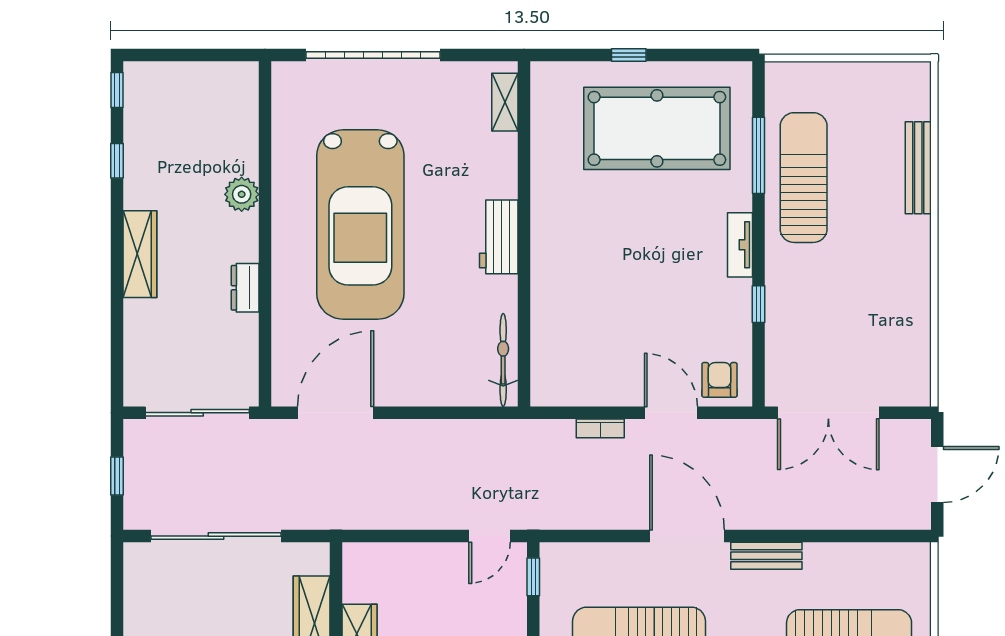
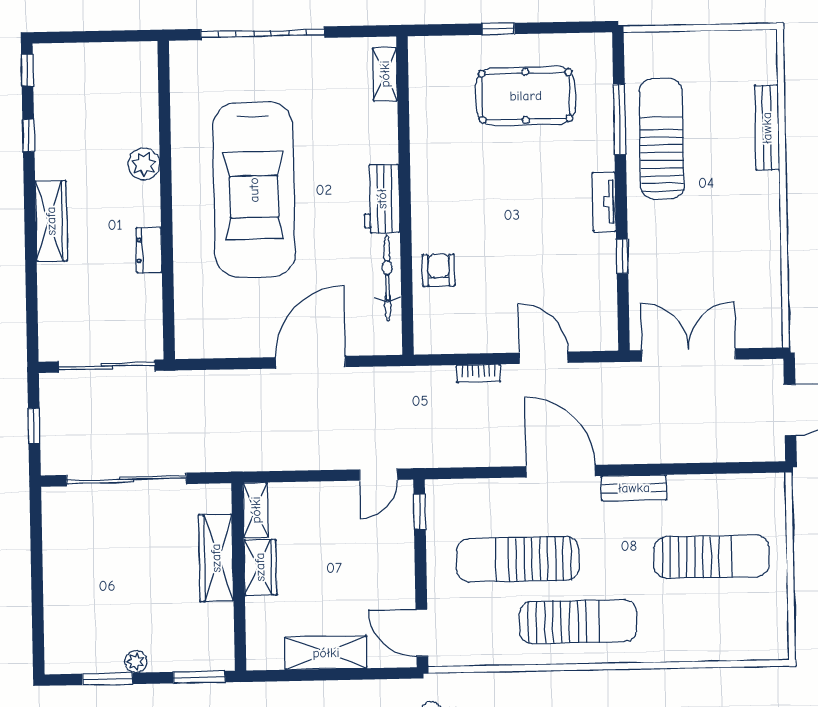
pool table: (657, 128) -> (526, 96), width x0.73, depth x0.76
bicycle: (503, 360) -> (387, 278), moved
armchair: (720, 380) -> (439, 270), moved
door: (336, 413) -> (310, 362), moved
double door: (828, 413) -> (689, 355), swing flipped
shelving: (355, 572) -> (256, 510), added

